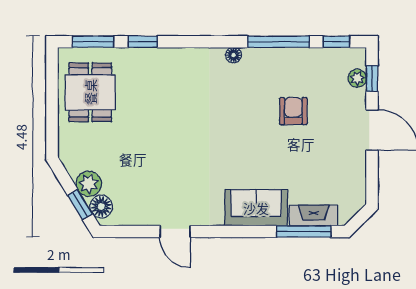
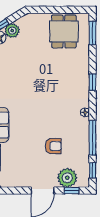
window: (143, 42) -> (92, 82), moved
plant: (357, 78) -> (67, 178), width x1.88, depth x1.88
dining table: (90, 92) -> (64, 31), turned 90

